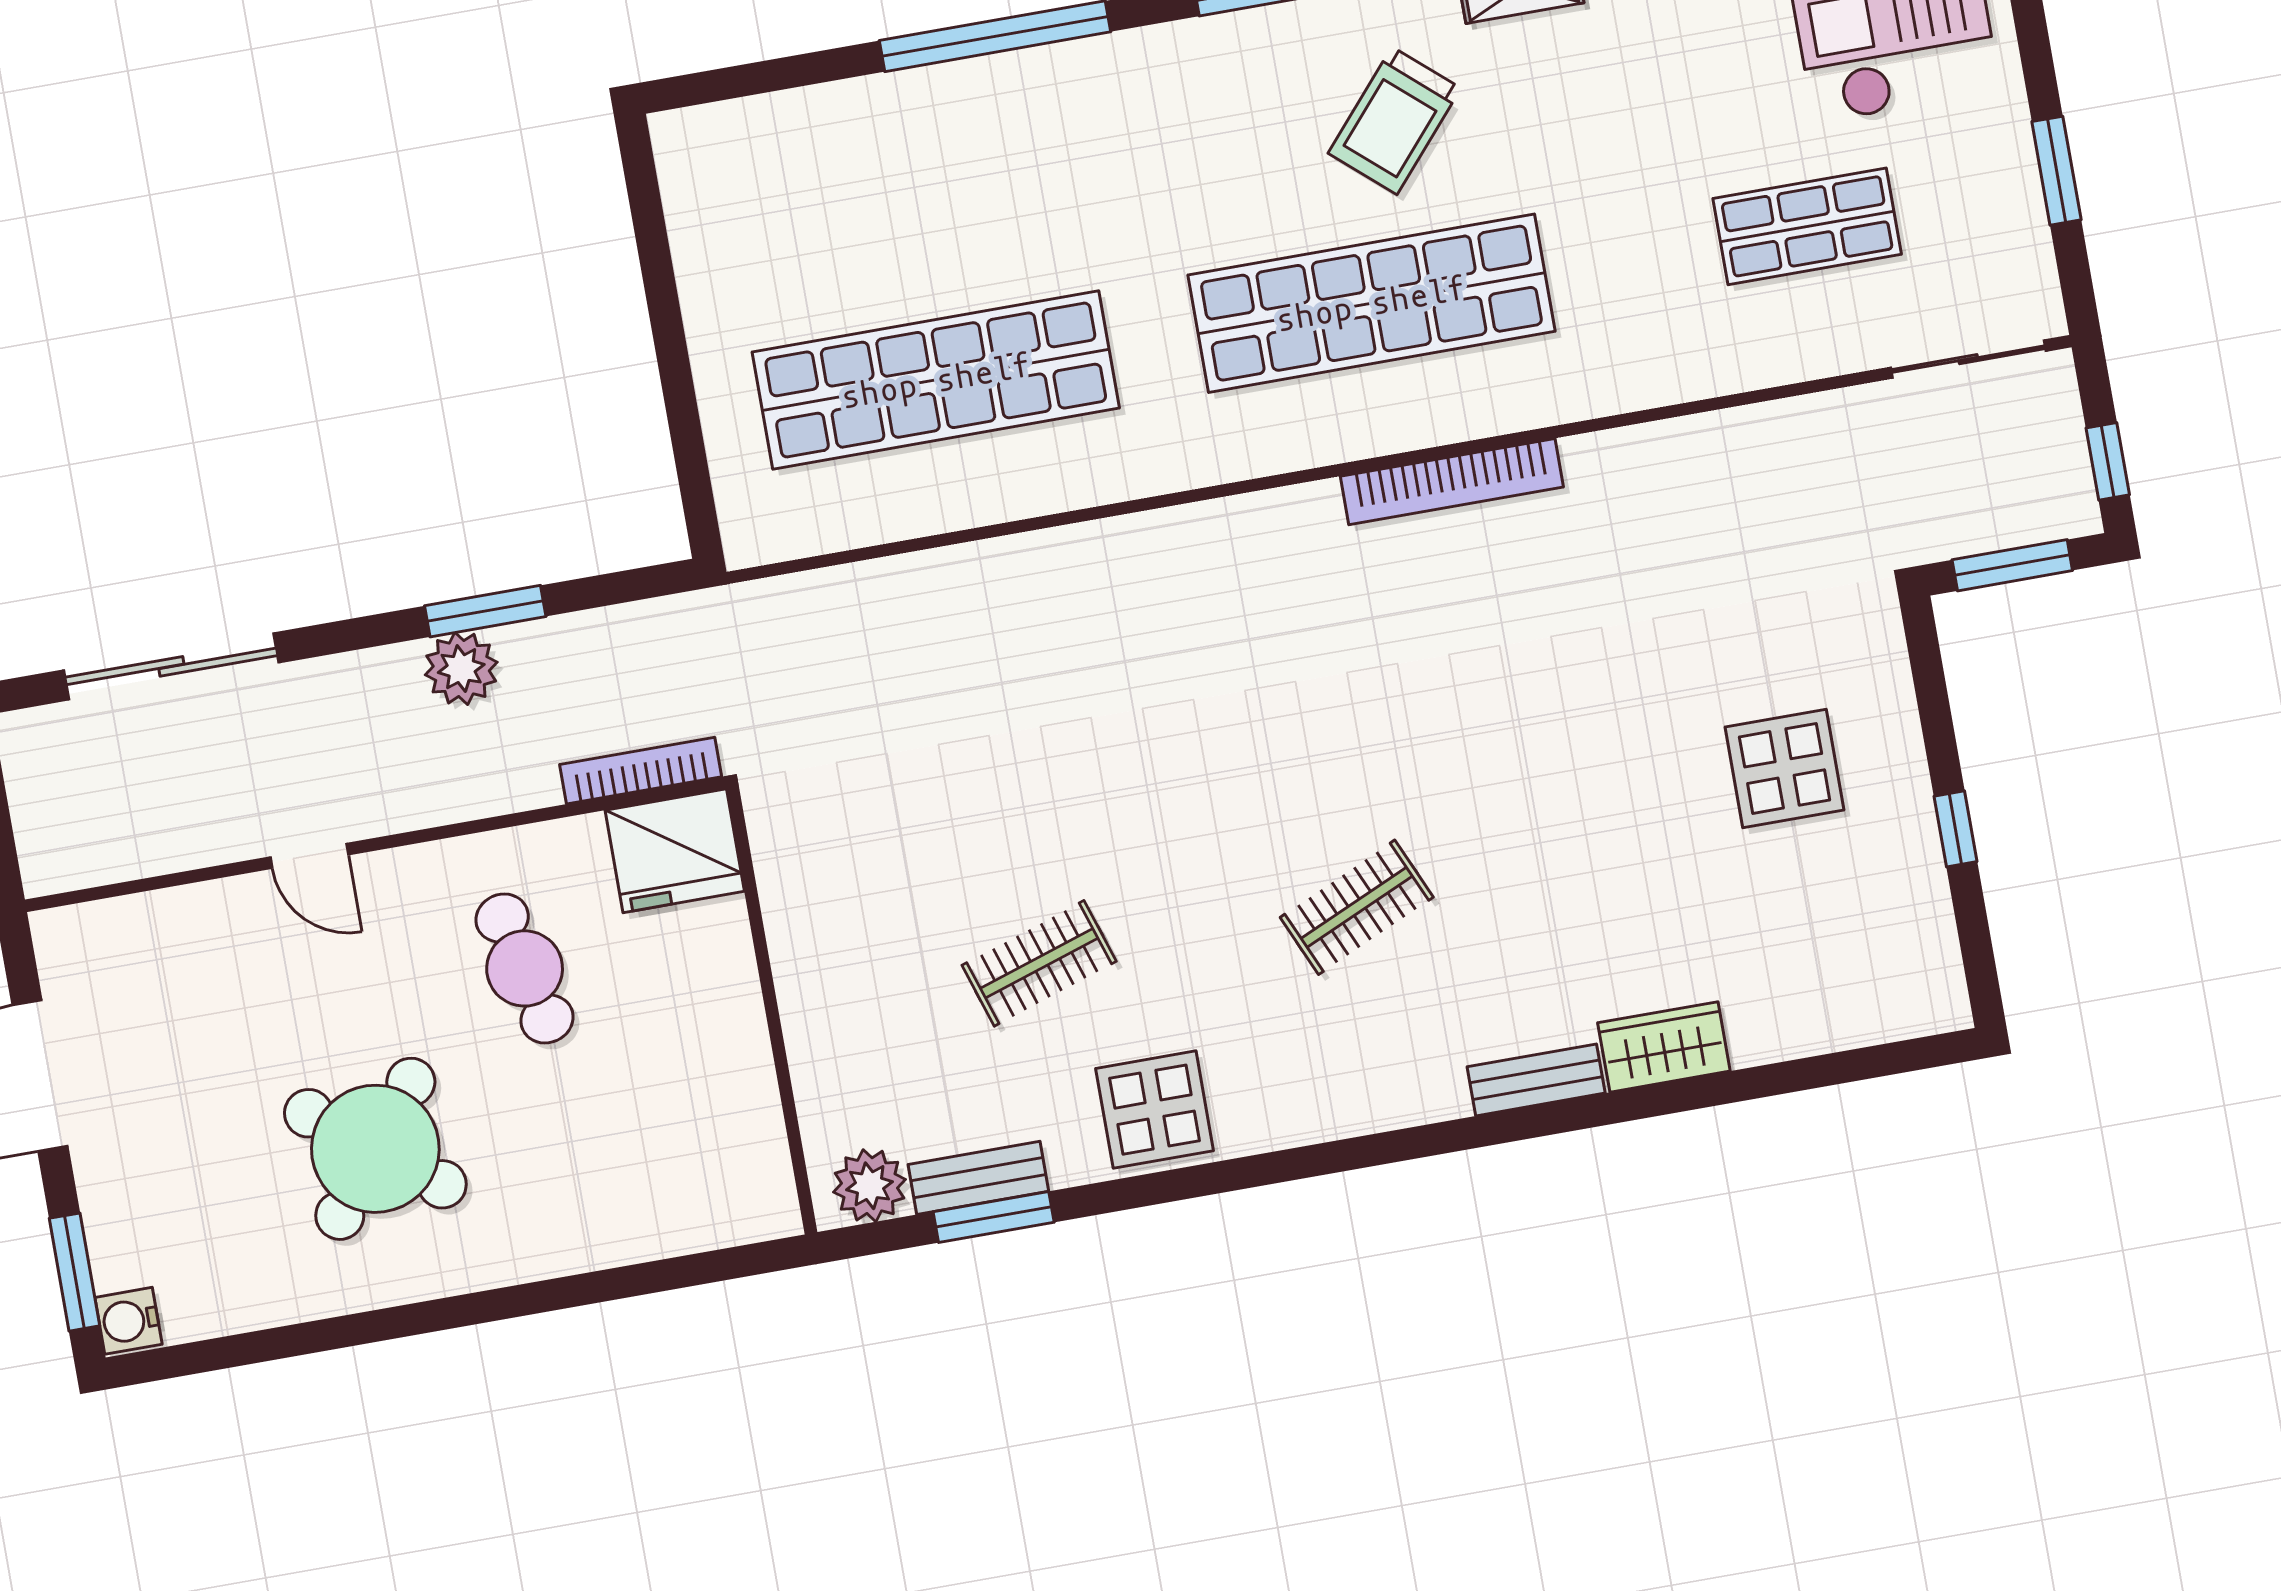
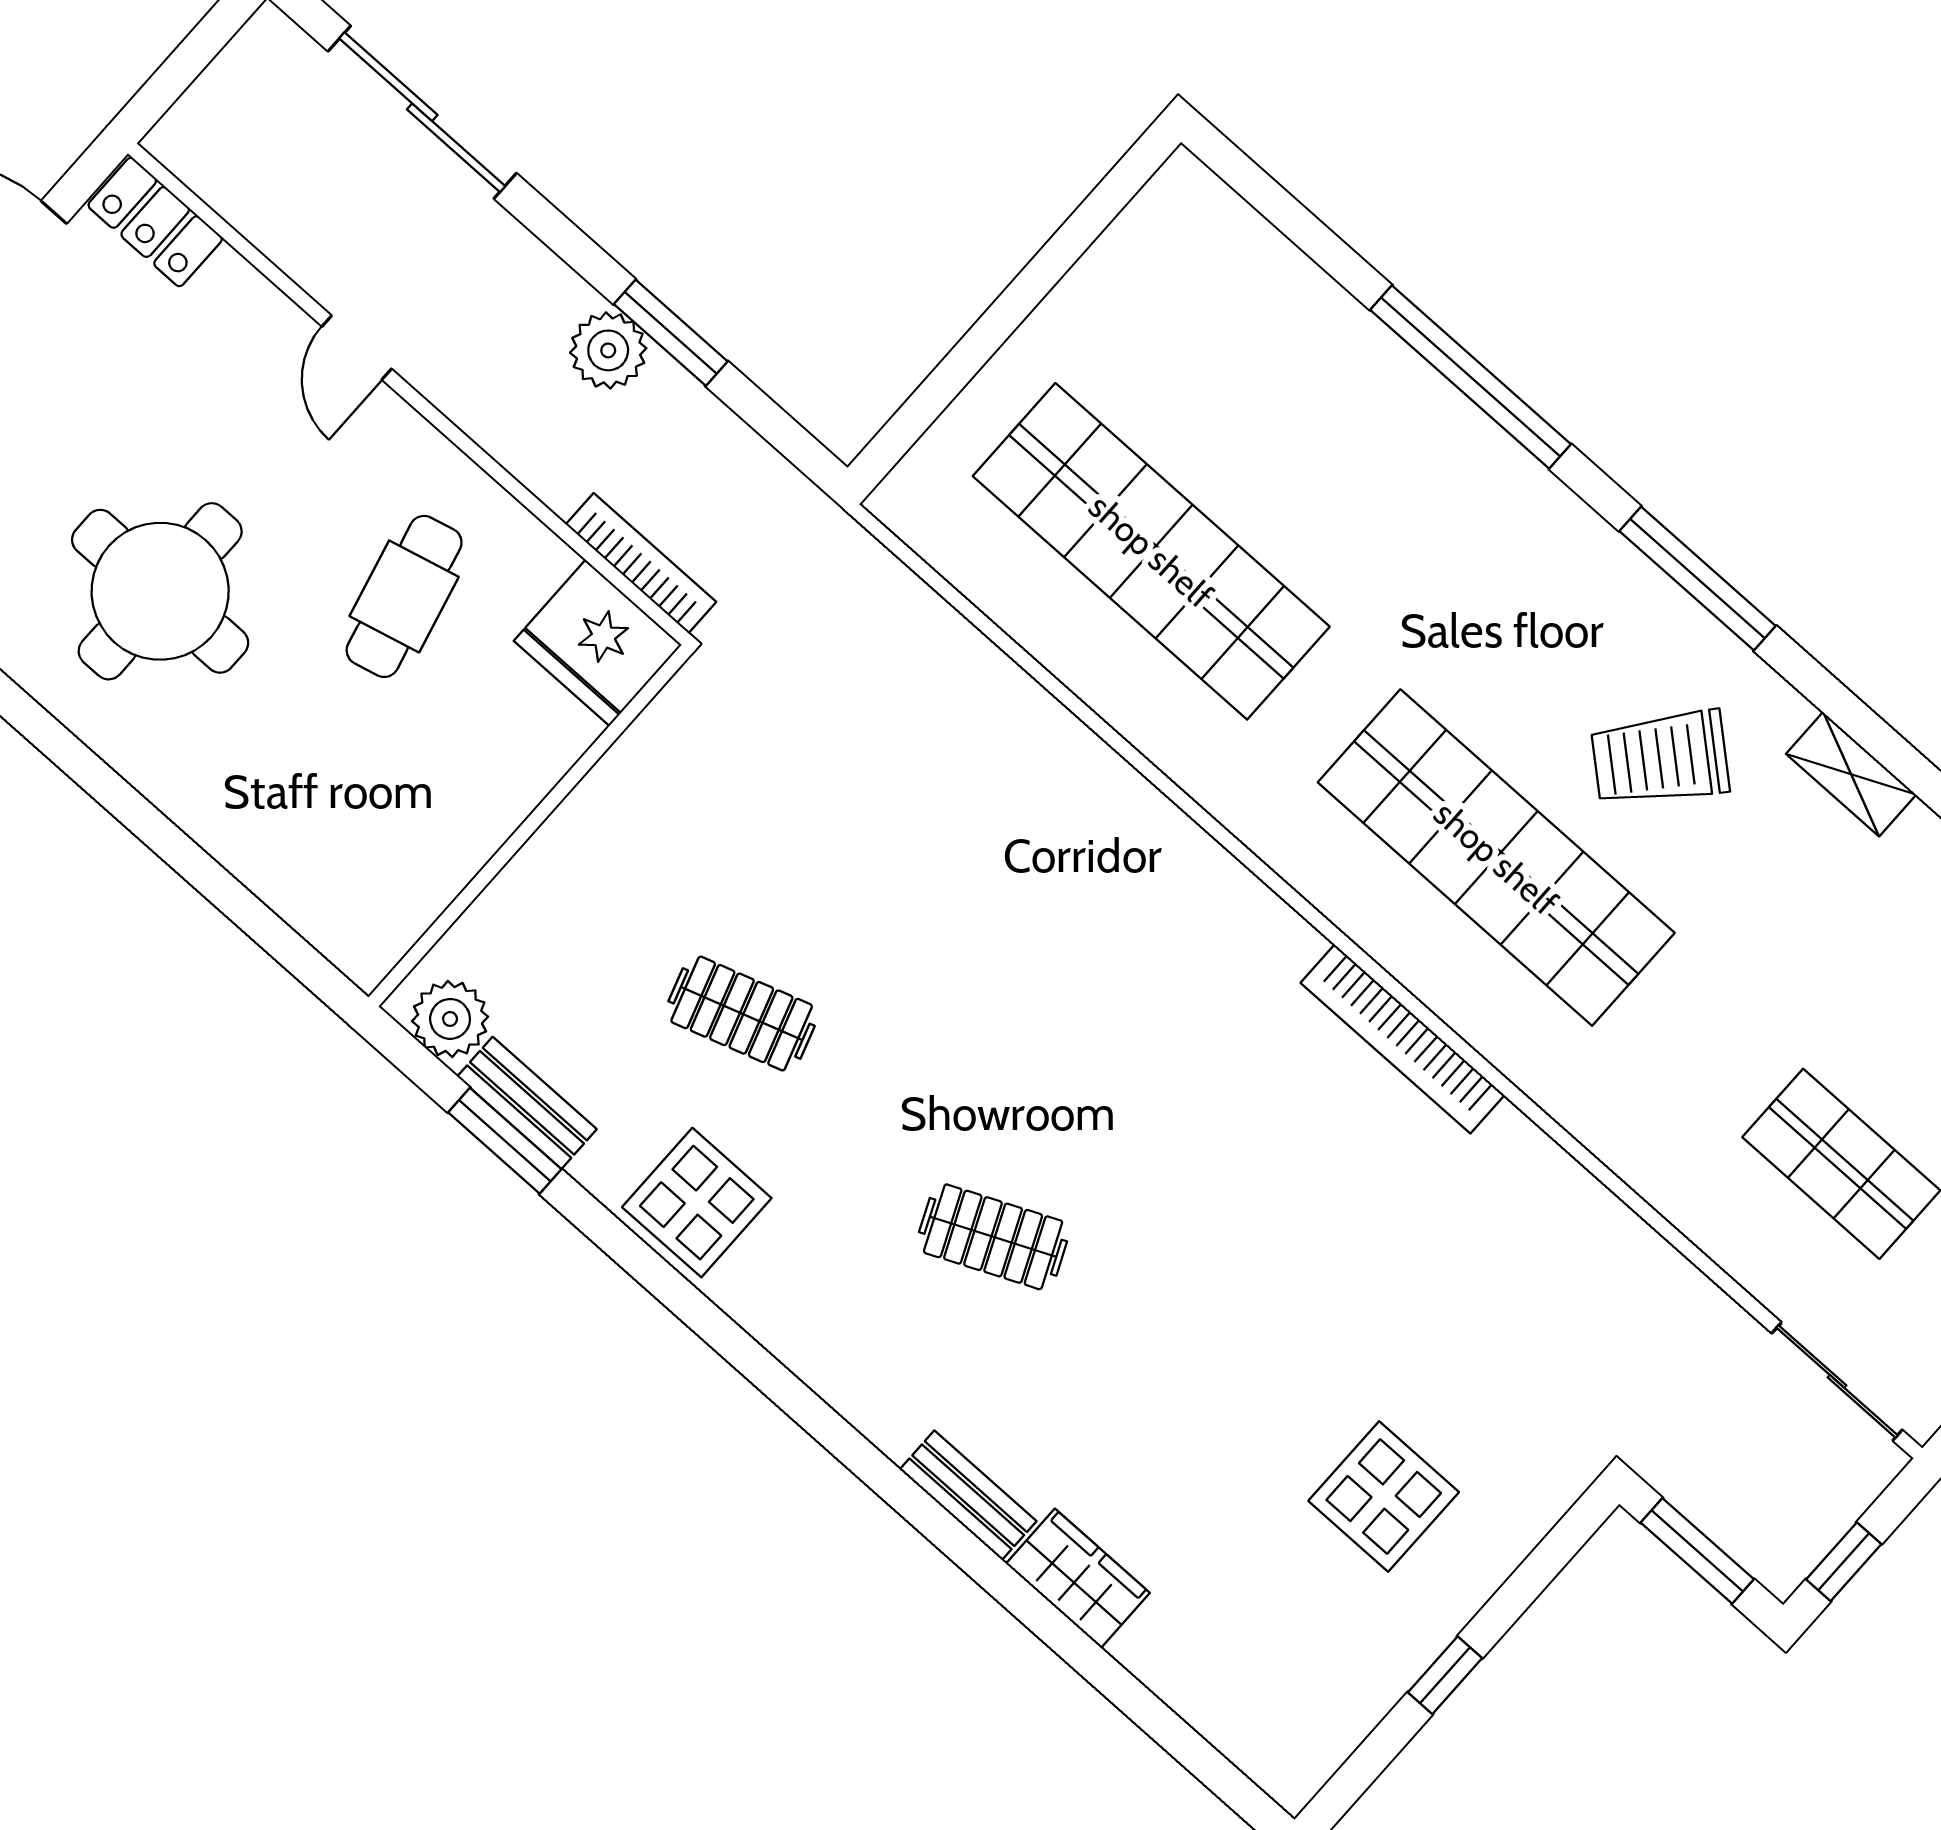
locker: (95, 933) -> (155, 222), added
round table: (375, 1149) -> (160, 591), turned -38

